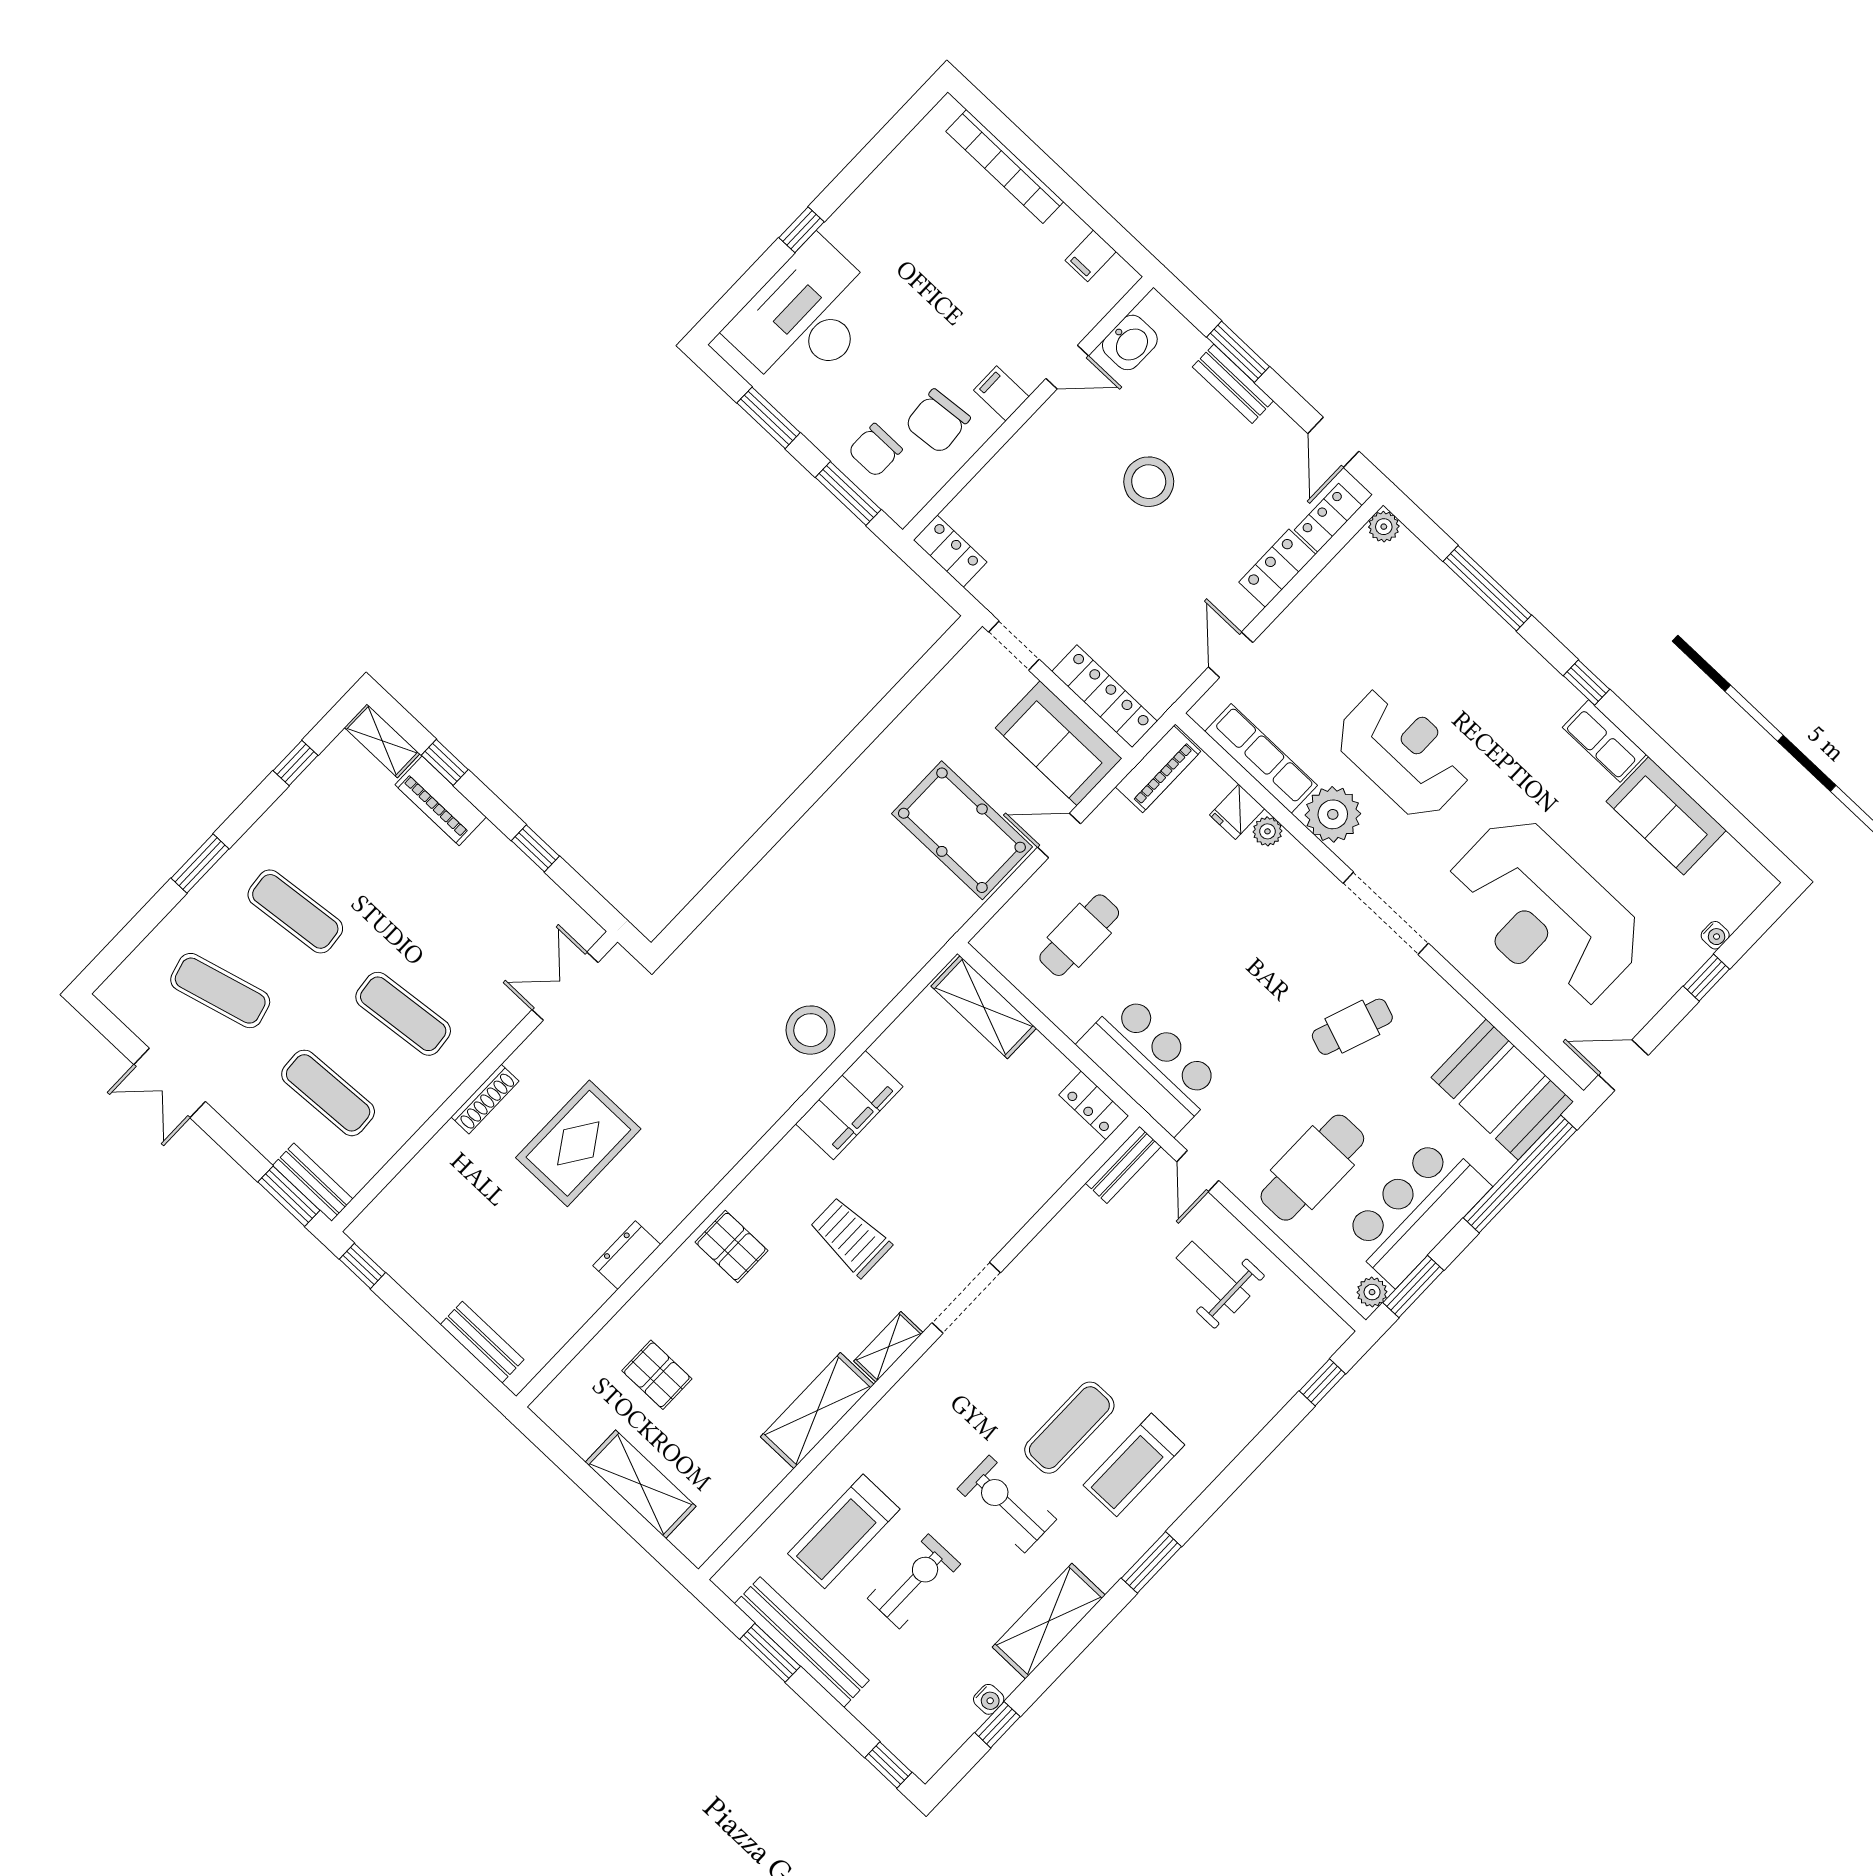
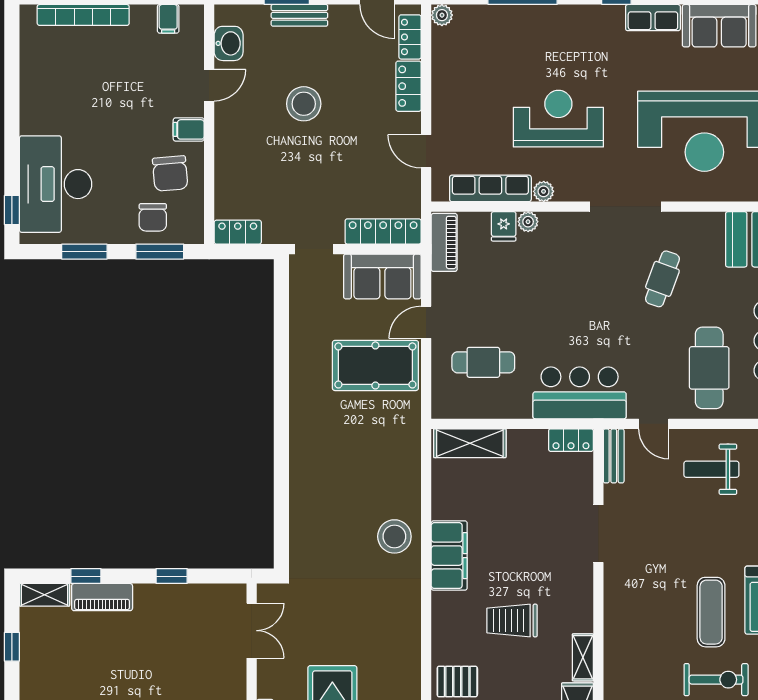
window: (802, 230) -> (12, 210), moved
plant: (1333, 814) -> (544, 191), width x0.53, depth x0.53
cafe table: (1079, 935) -> (483, 362), turned 90
double door: (565, 986) -> (252, 631), swing flipped
doorway: (966, 1298) -> (598, 534), moved
exercise bike: (1007, 1504) -> (716, 680), turned 180

